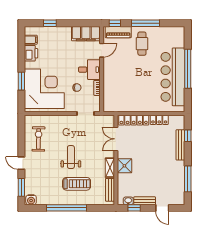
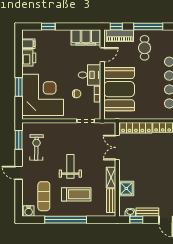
booth: (118, 83) -> (119, 89), added
shower: (124, 166) -> (126, 188), moved
exercise mat: (46, 186) -> (44, 196), added
window: (21, 187) -> (19, 140), moved

